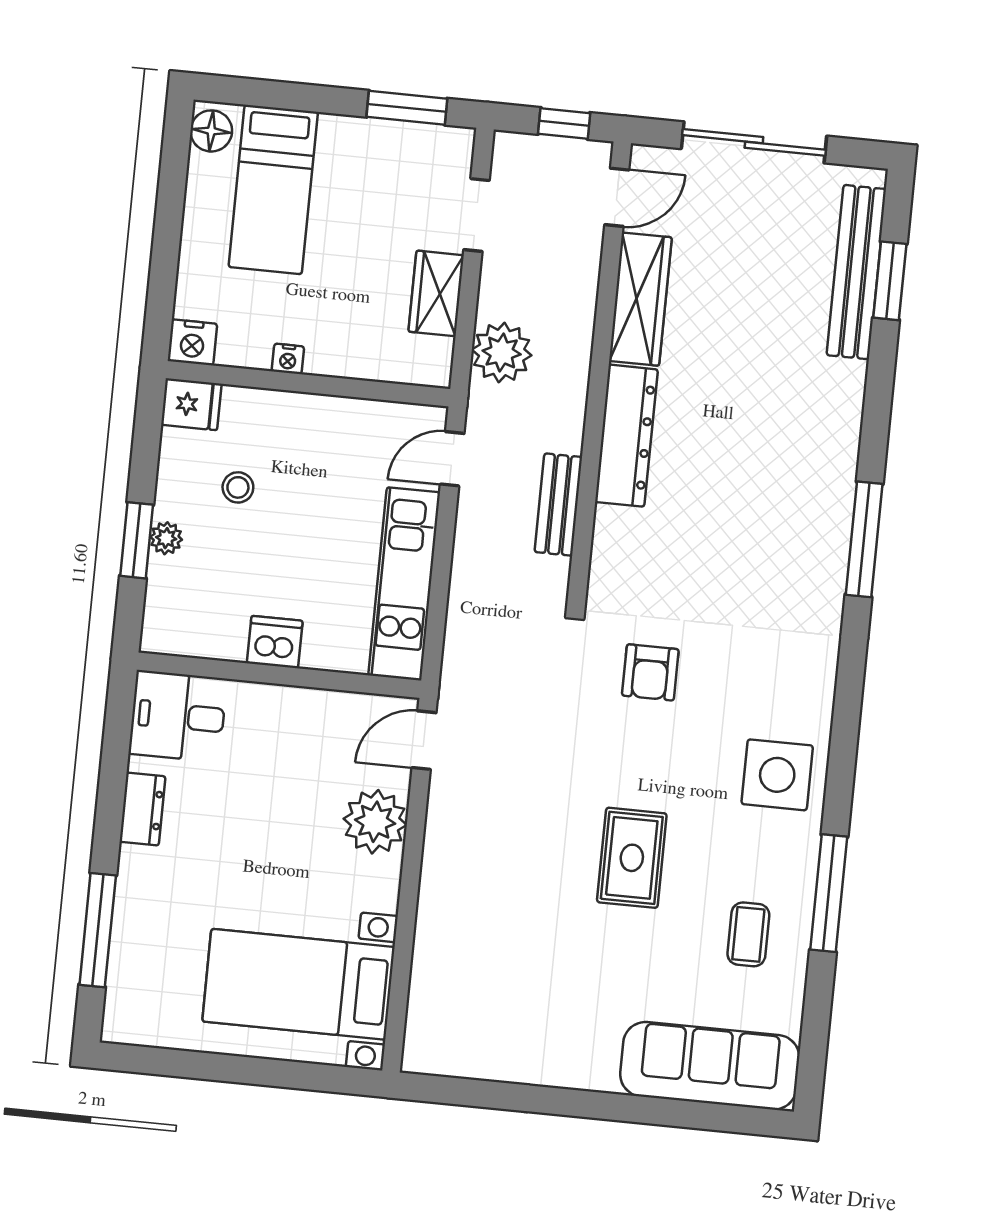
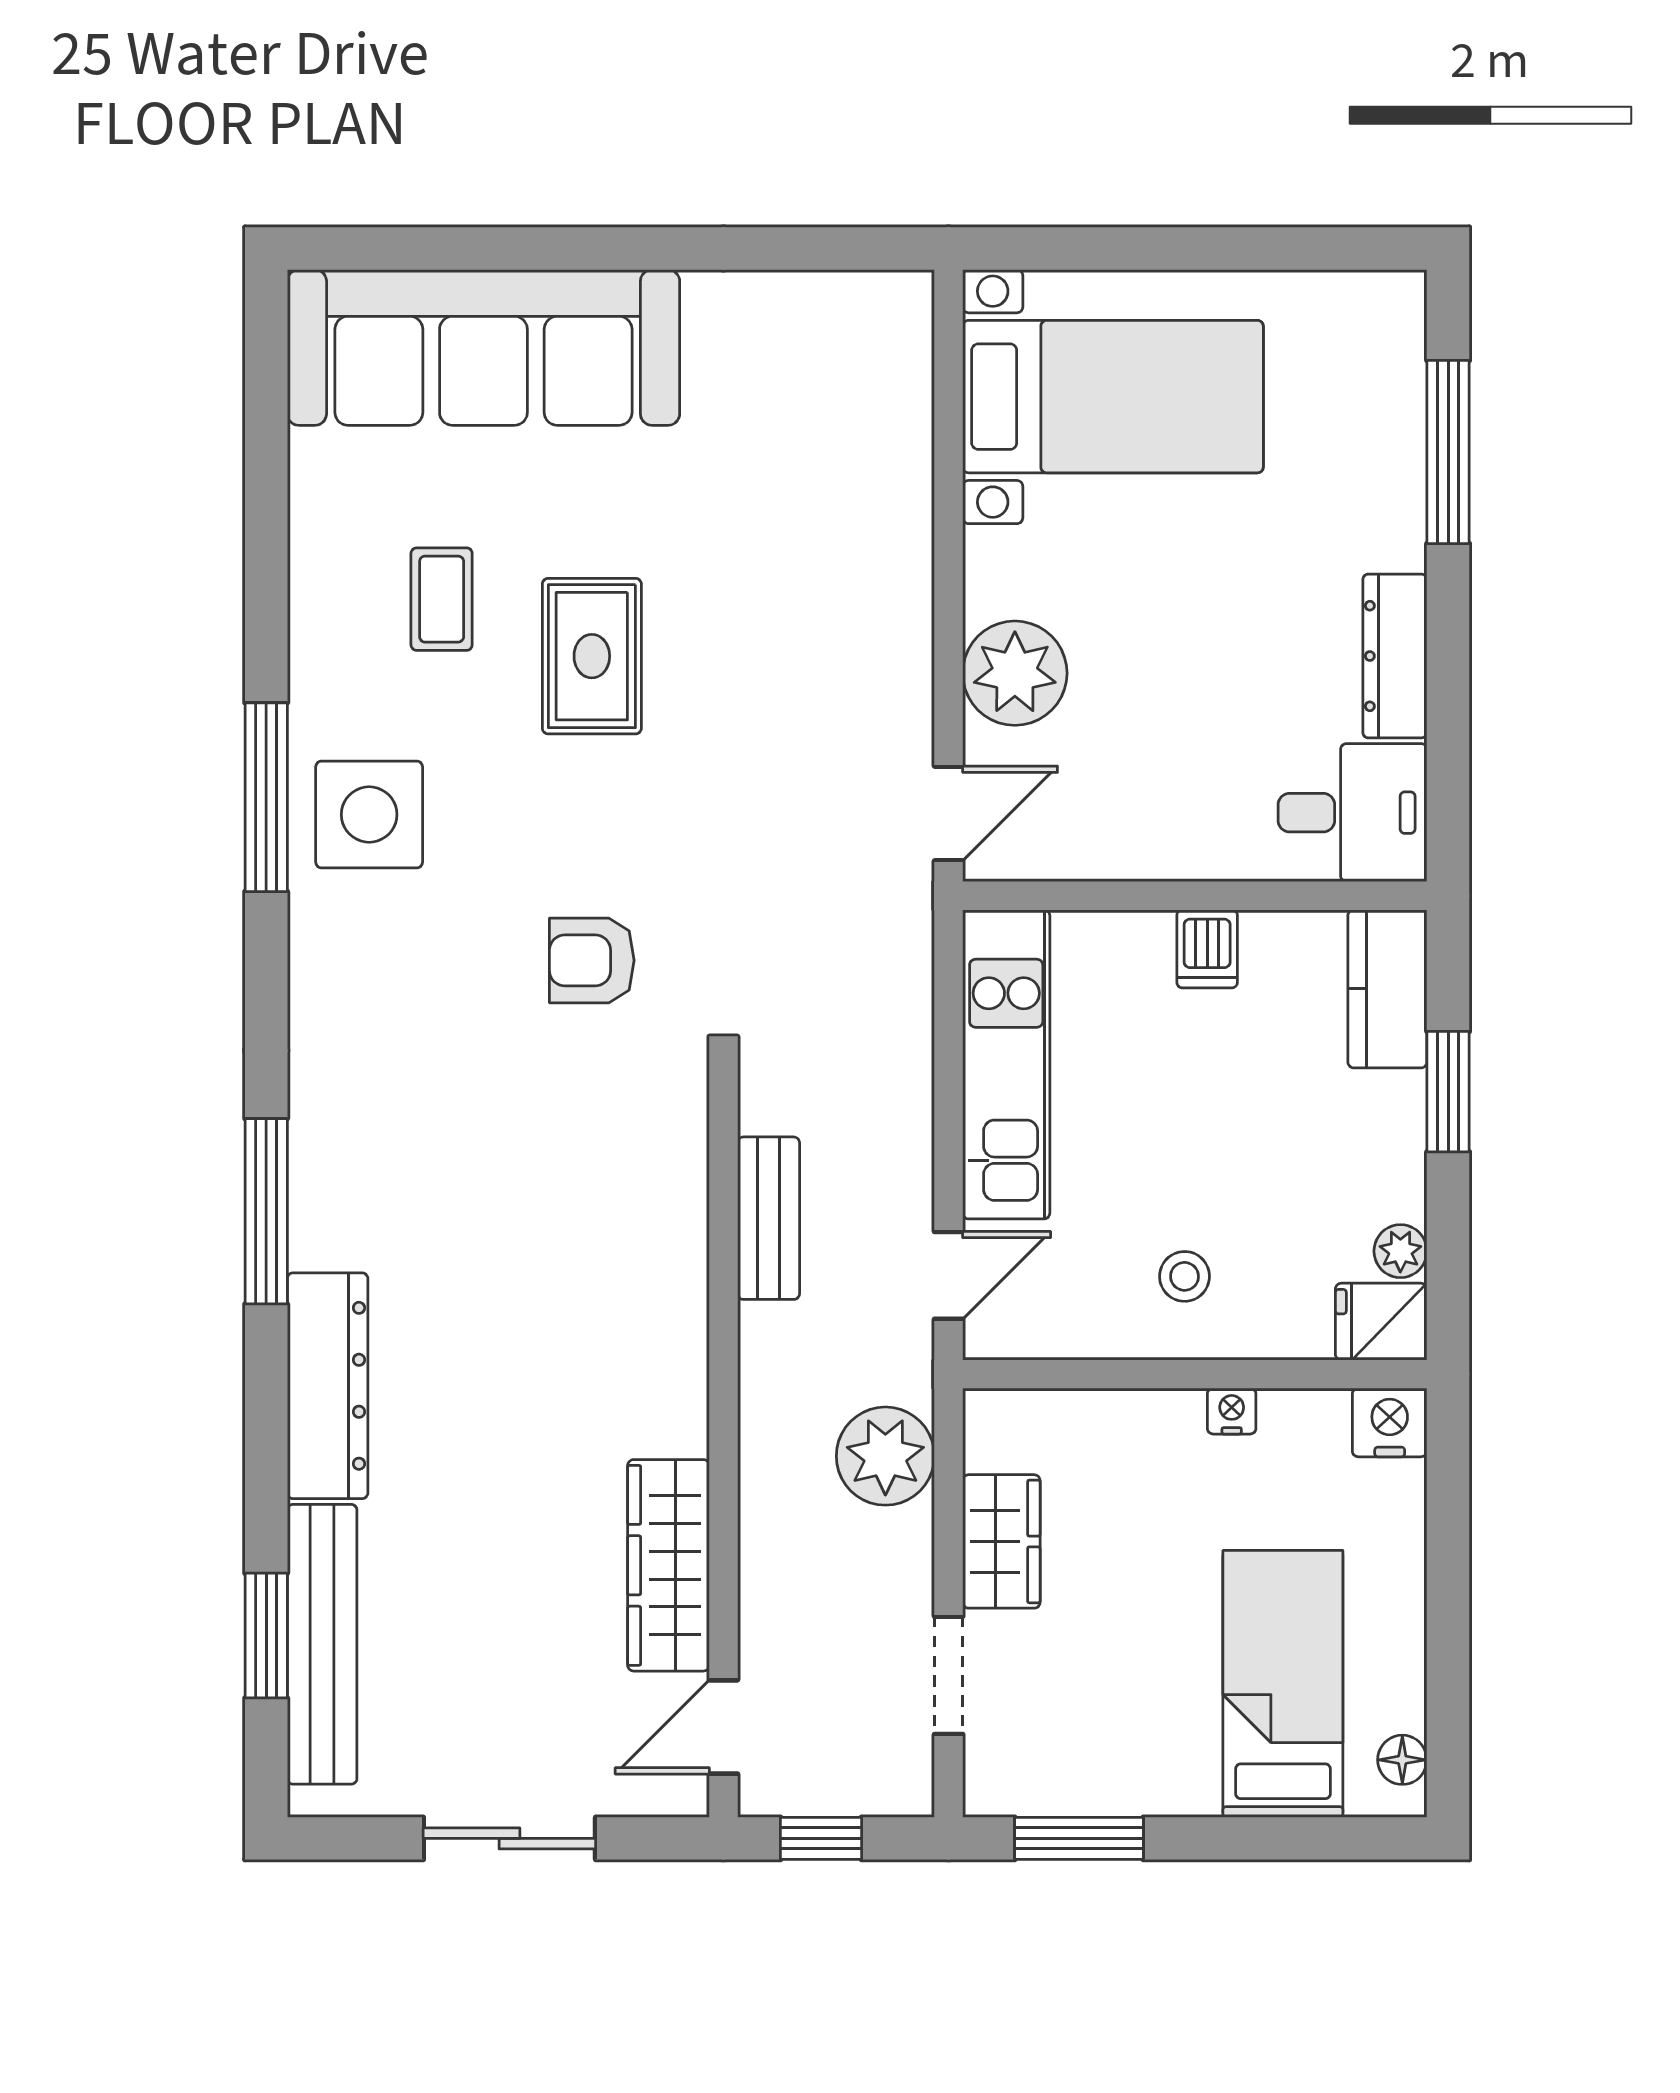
floor lamp: (211, 131) -> (1402, 1760), width x0.73, depth x0.73
sliding door: (754, 142) -> (509, 1838), width x0.73
dresser: (626, 436) -> (328, 1386), moved, turned 180
stool: (238, 487) -> (1185, 1276), moved
plant: (166, 538) -> (1400, 1251), moved
kitchen counter: (167, 607) -> (1387, 989), added
dishwasher: (275, 642) -> (1207, 949), width x0.73
armchair: (650, 672) -> (592, 960), turned -90
dresser: (143, 809) -> (1395, 656), width x1.44
window: (829, 893) -> (266, 797), moved
coffee table: (748, 934) -> (442, 599), moved
sofa: (710, 1066) -> (483, 347), width x1.36, depth x1.27

